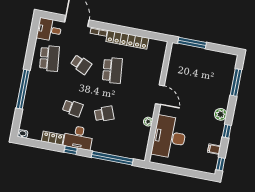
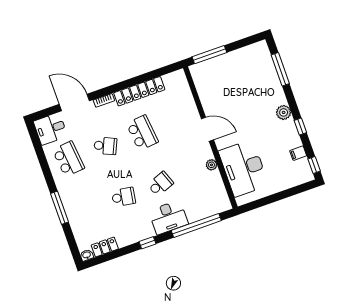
window: (23, 89) -> (60, 208), width x0.68
desk: (78, 137) -> (168, 217), moved
locker: (53, 138) -> (105, 247), moved

